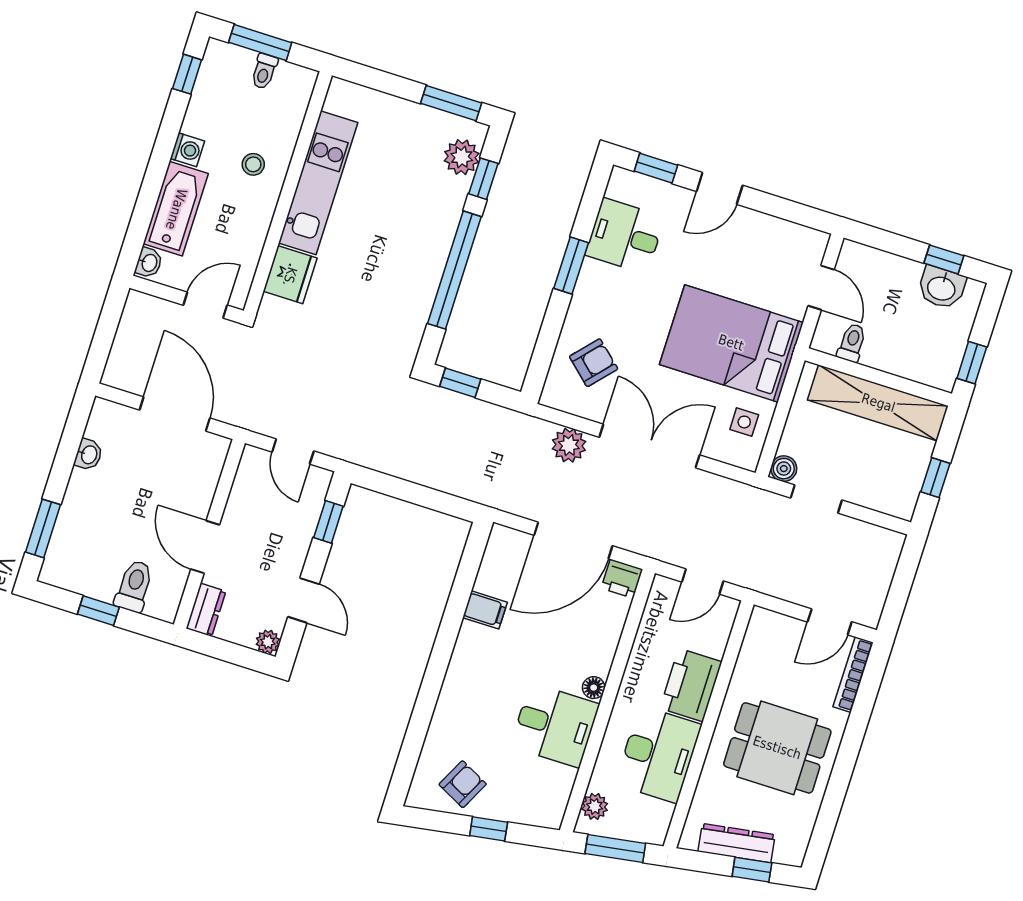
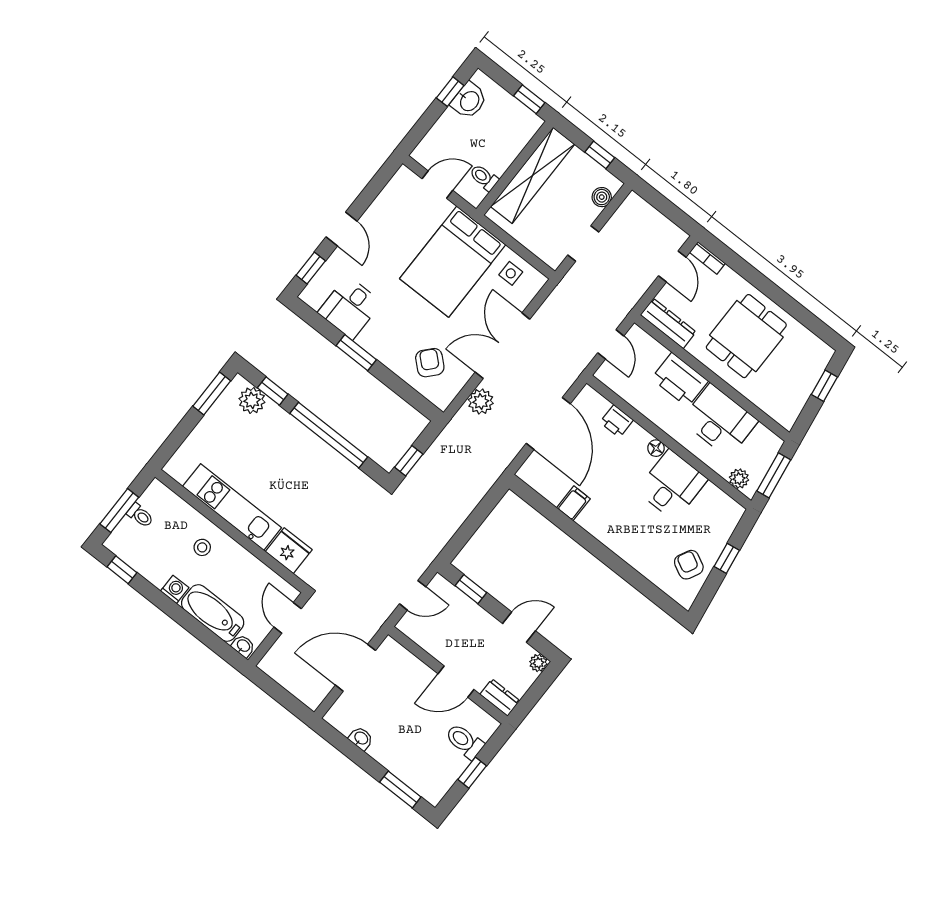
boiler: (784, 469) -> (602, 197), moved
printer: (622, 579) -> (617, 421), moved, turned 90
bookcase: (853, 675) -> (707, 258), width x0.64
dresser: (737, 843) -> (668, 323), moved, turned 99

